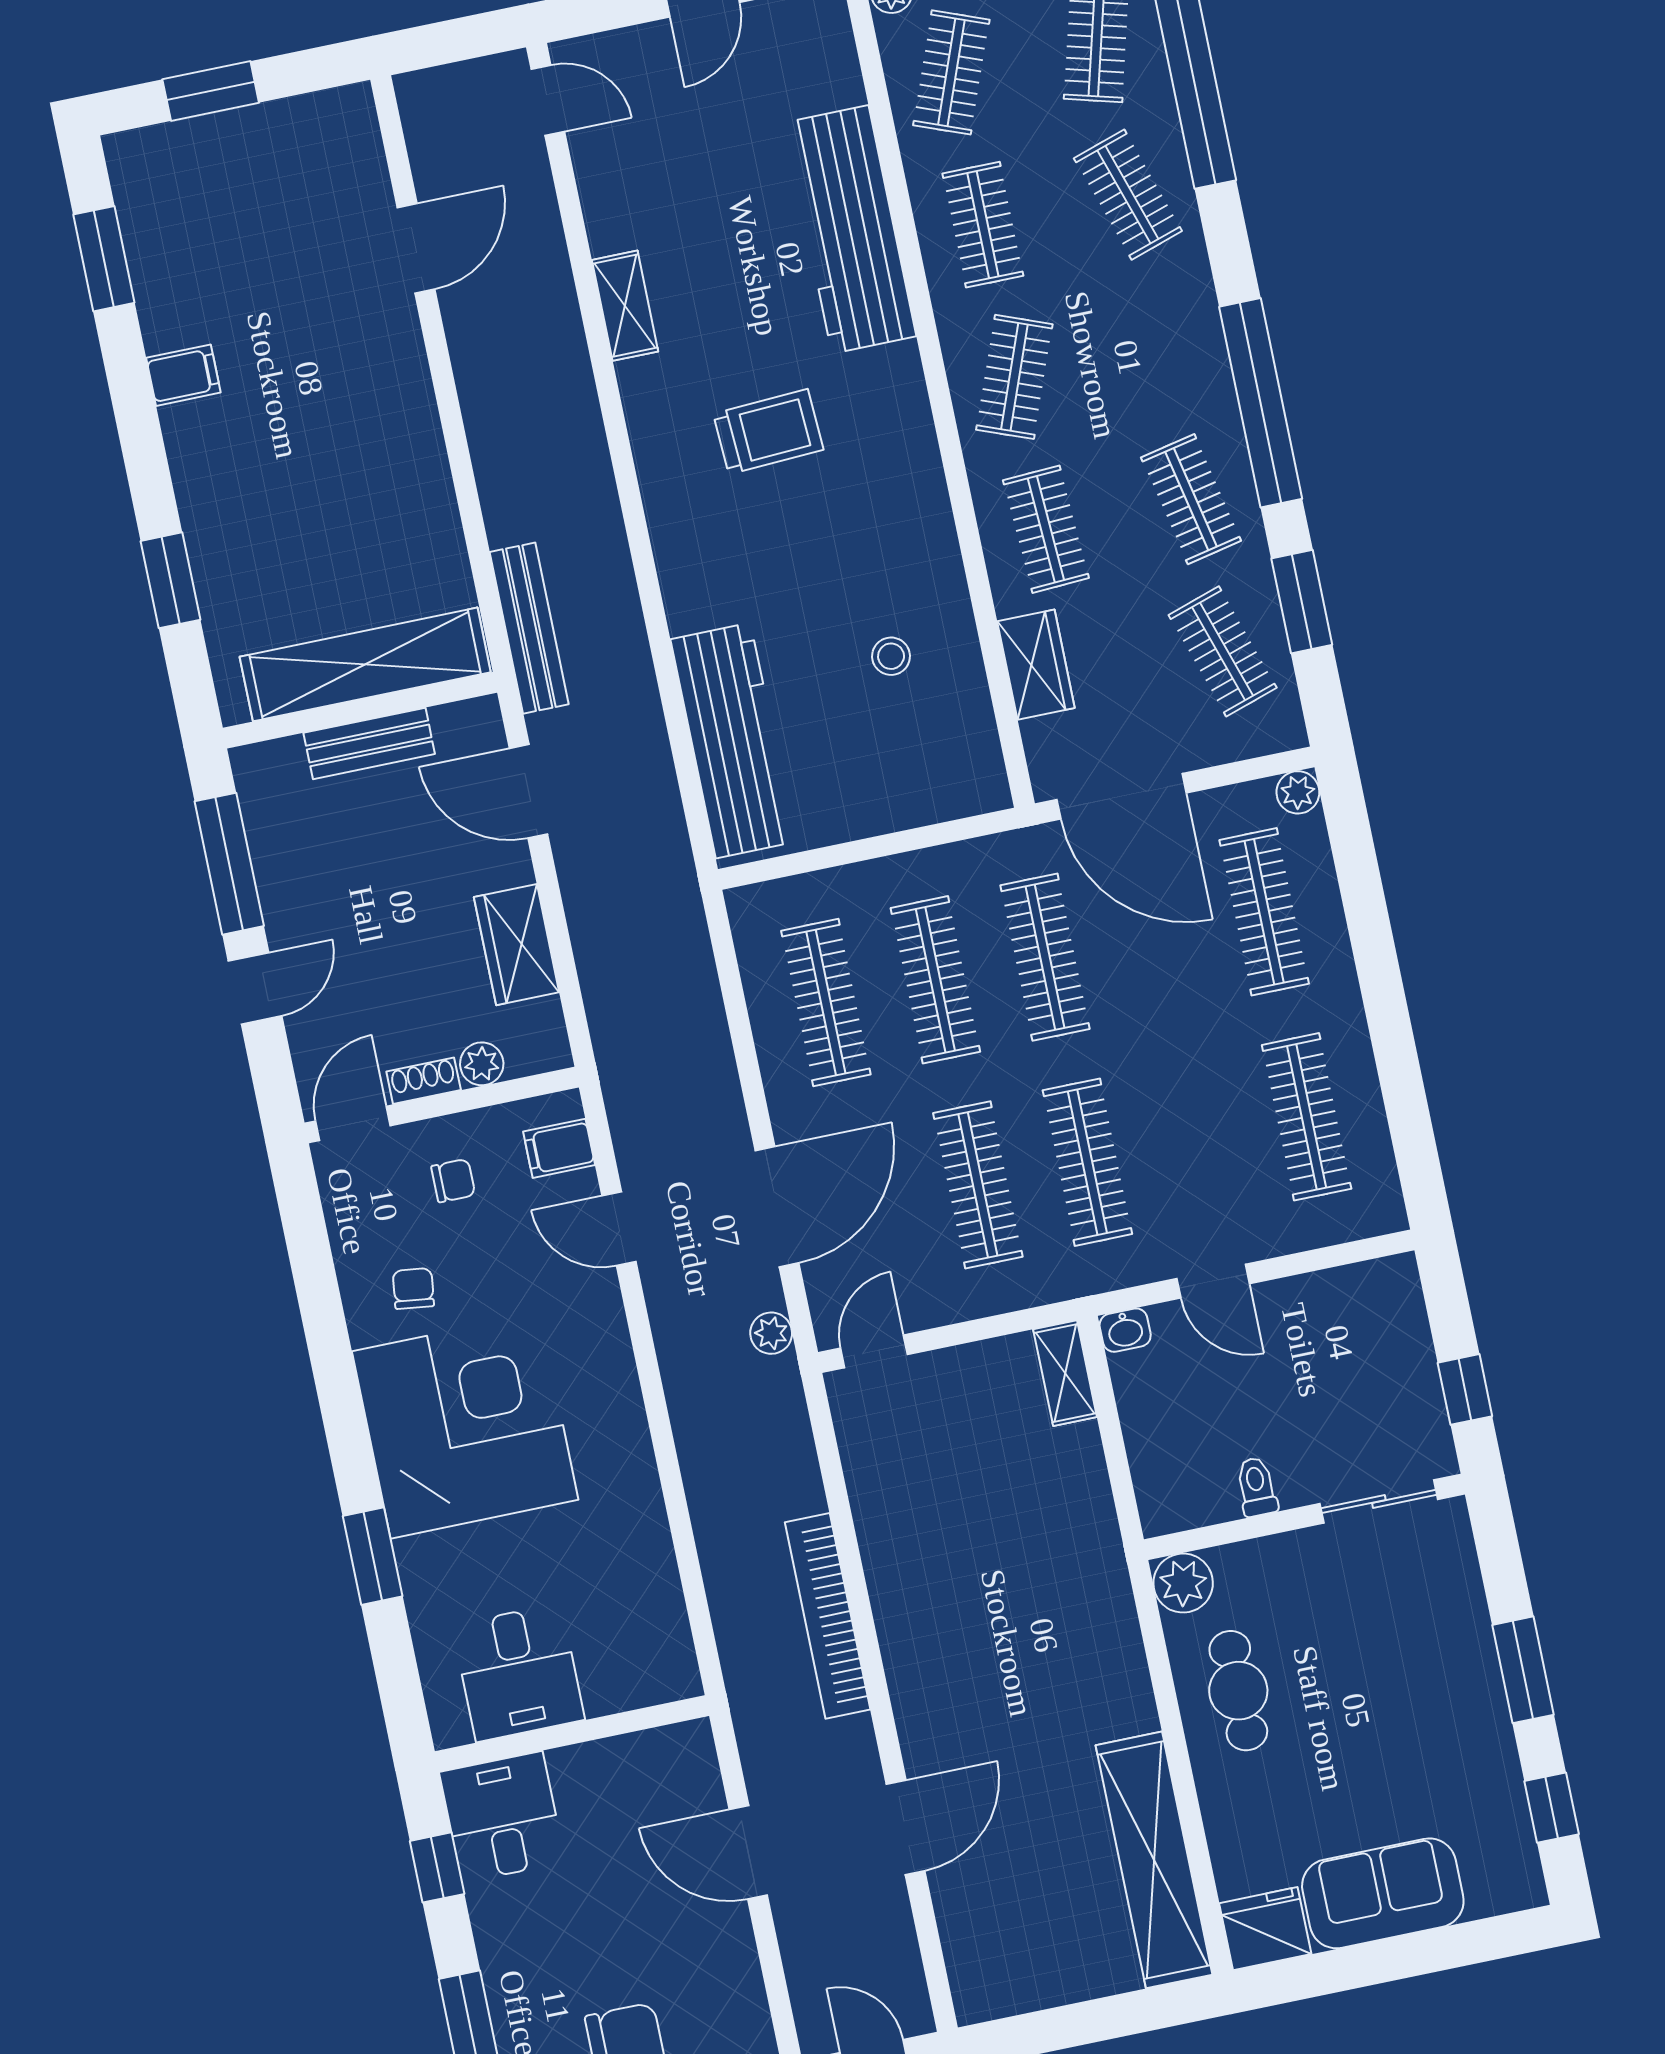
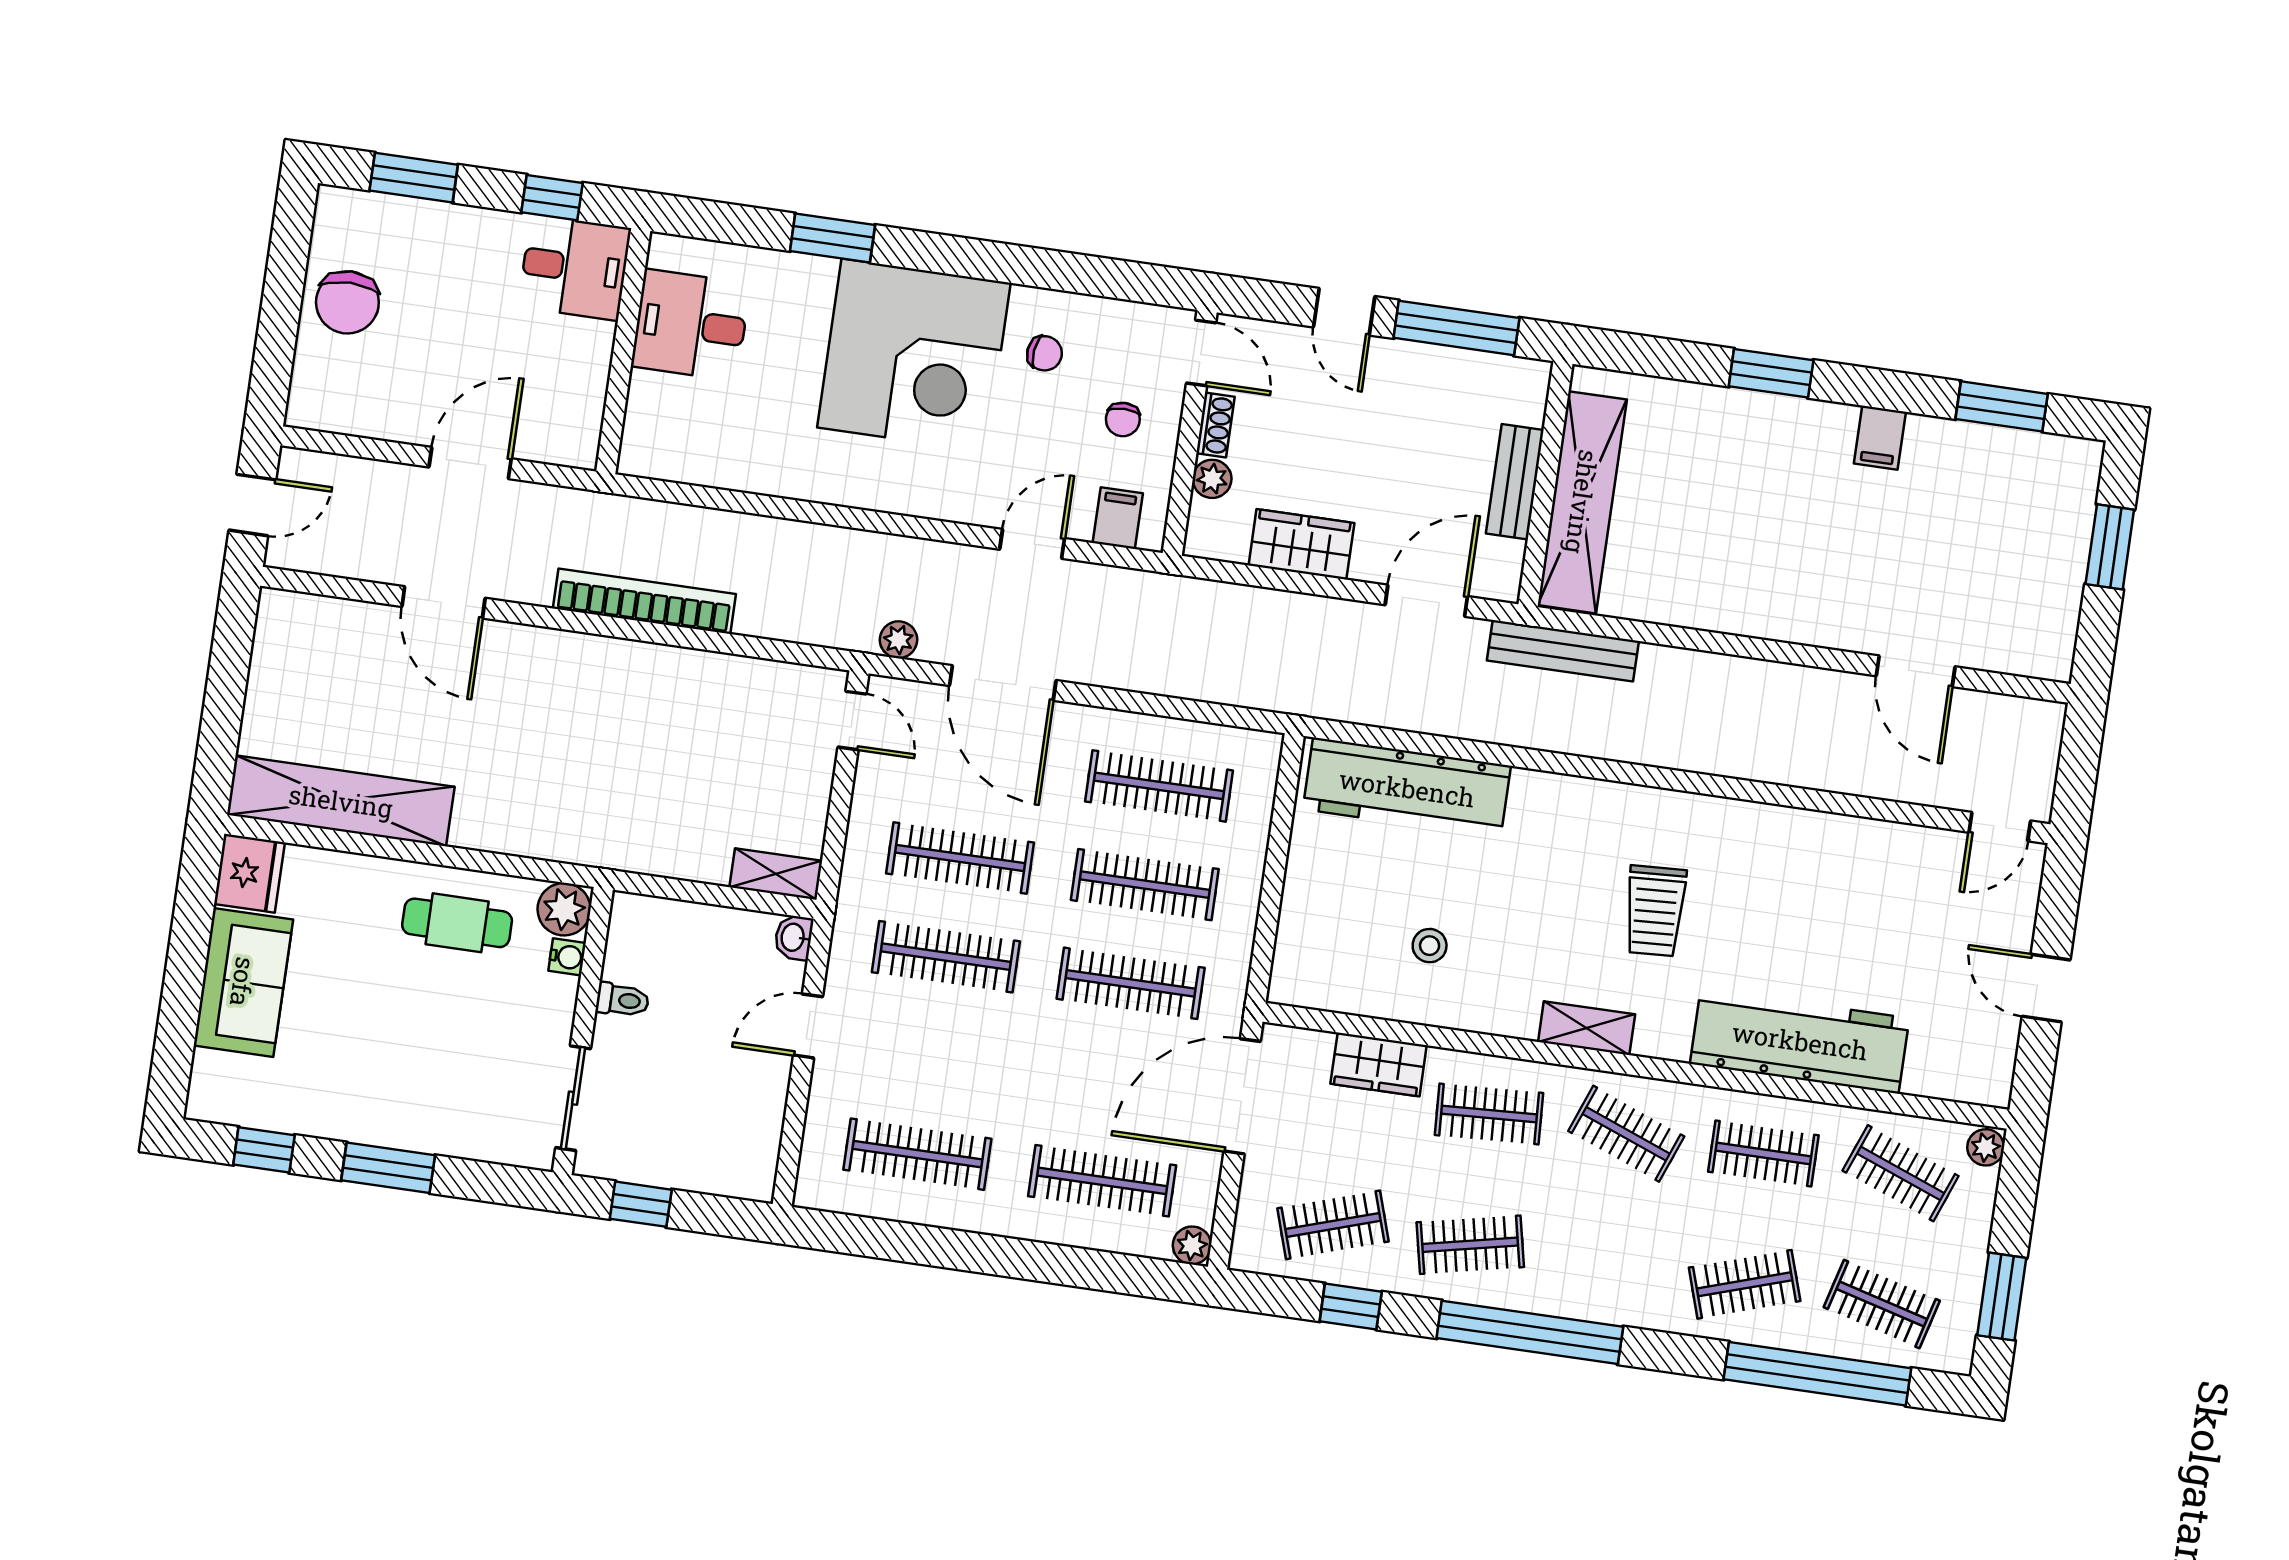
shelving: (625, 306) -> (1587, 1028), moved
window: (171, 580) -> (1771, 373), moved
window: (1302, 602) -> (1351, 1307), width x0.67
water cooler: (1232, 1562) -> (567, 957), added

